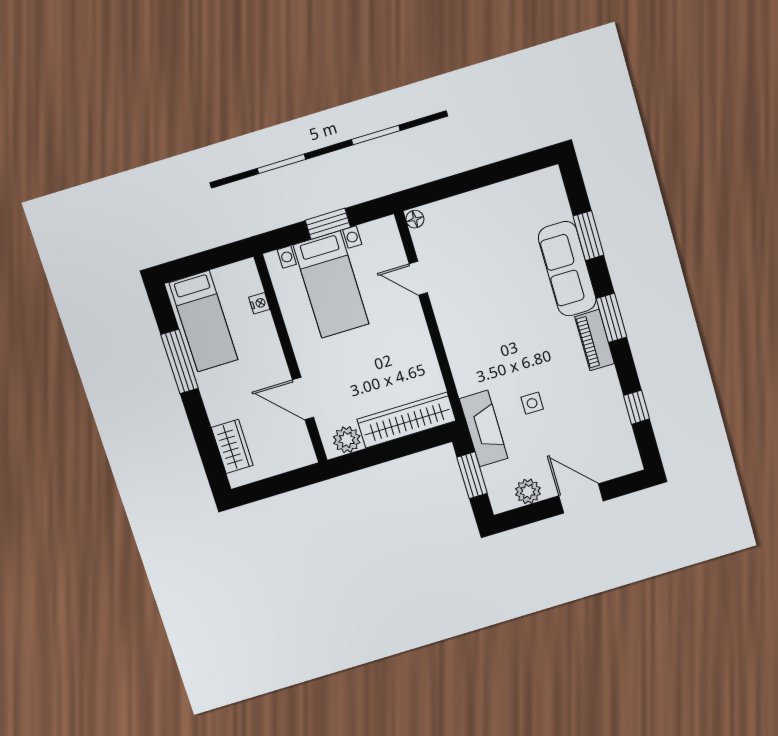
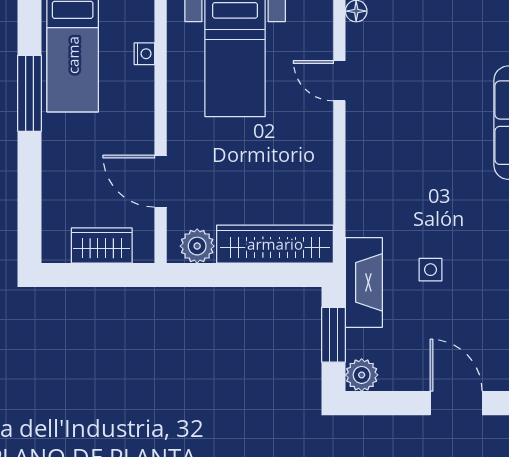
wardrobe: (232, 446) -> (102, 245), moved, turned -90
plant: (528, 491) -> (362, 375), moved

